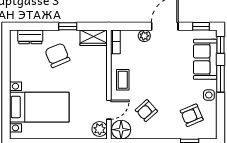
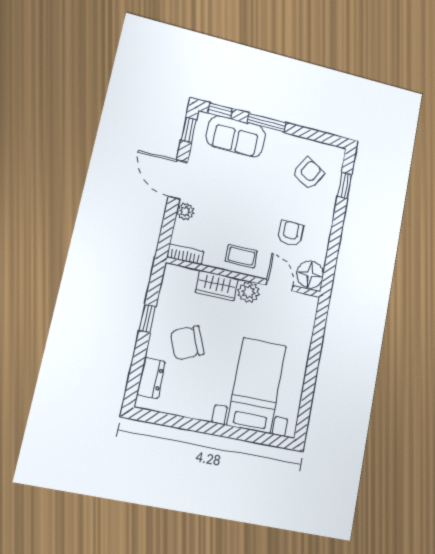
wardrobe: (94, 38) -> (217, 285), moved, turned 90
side table: (209, 95) -> (285, 144), removed
armchair: (146, 111) -> (291, 233), turned -138
armchair: (192, 115) -> (308, 173), turned -126
plant: (100, 129) -> (249, 292), moved

